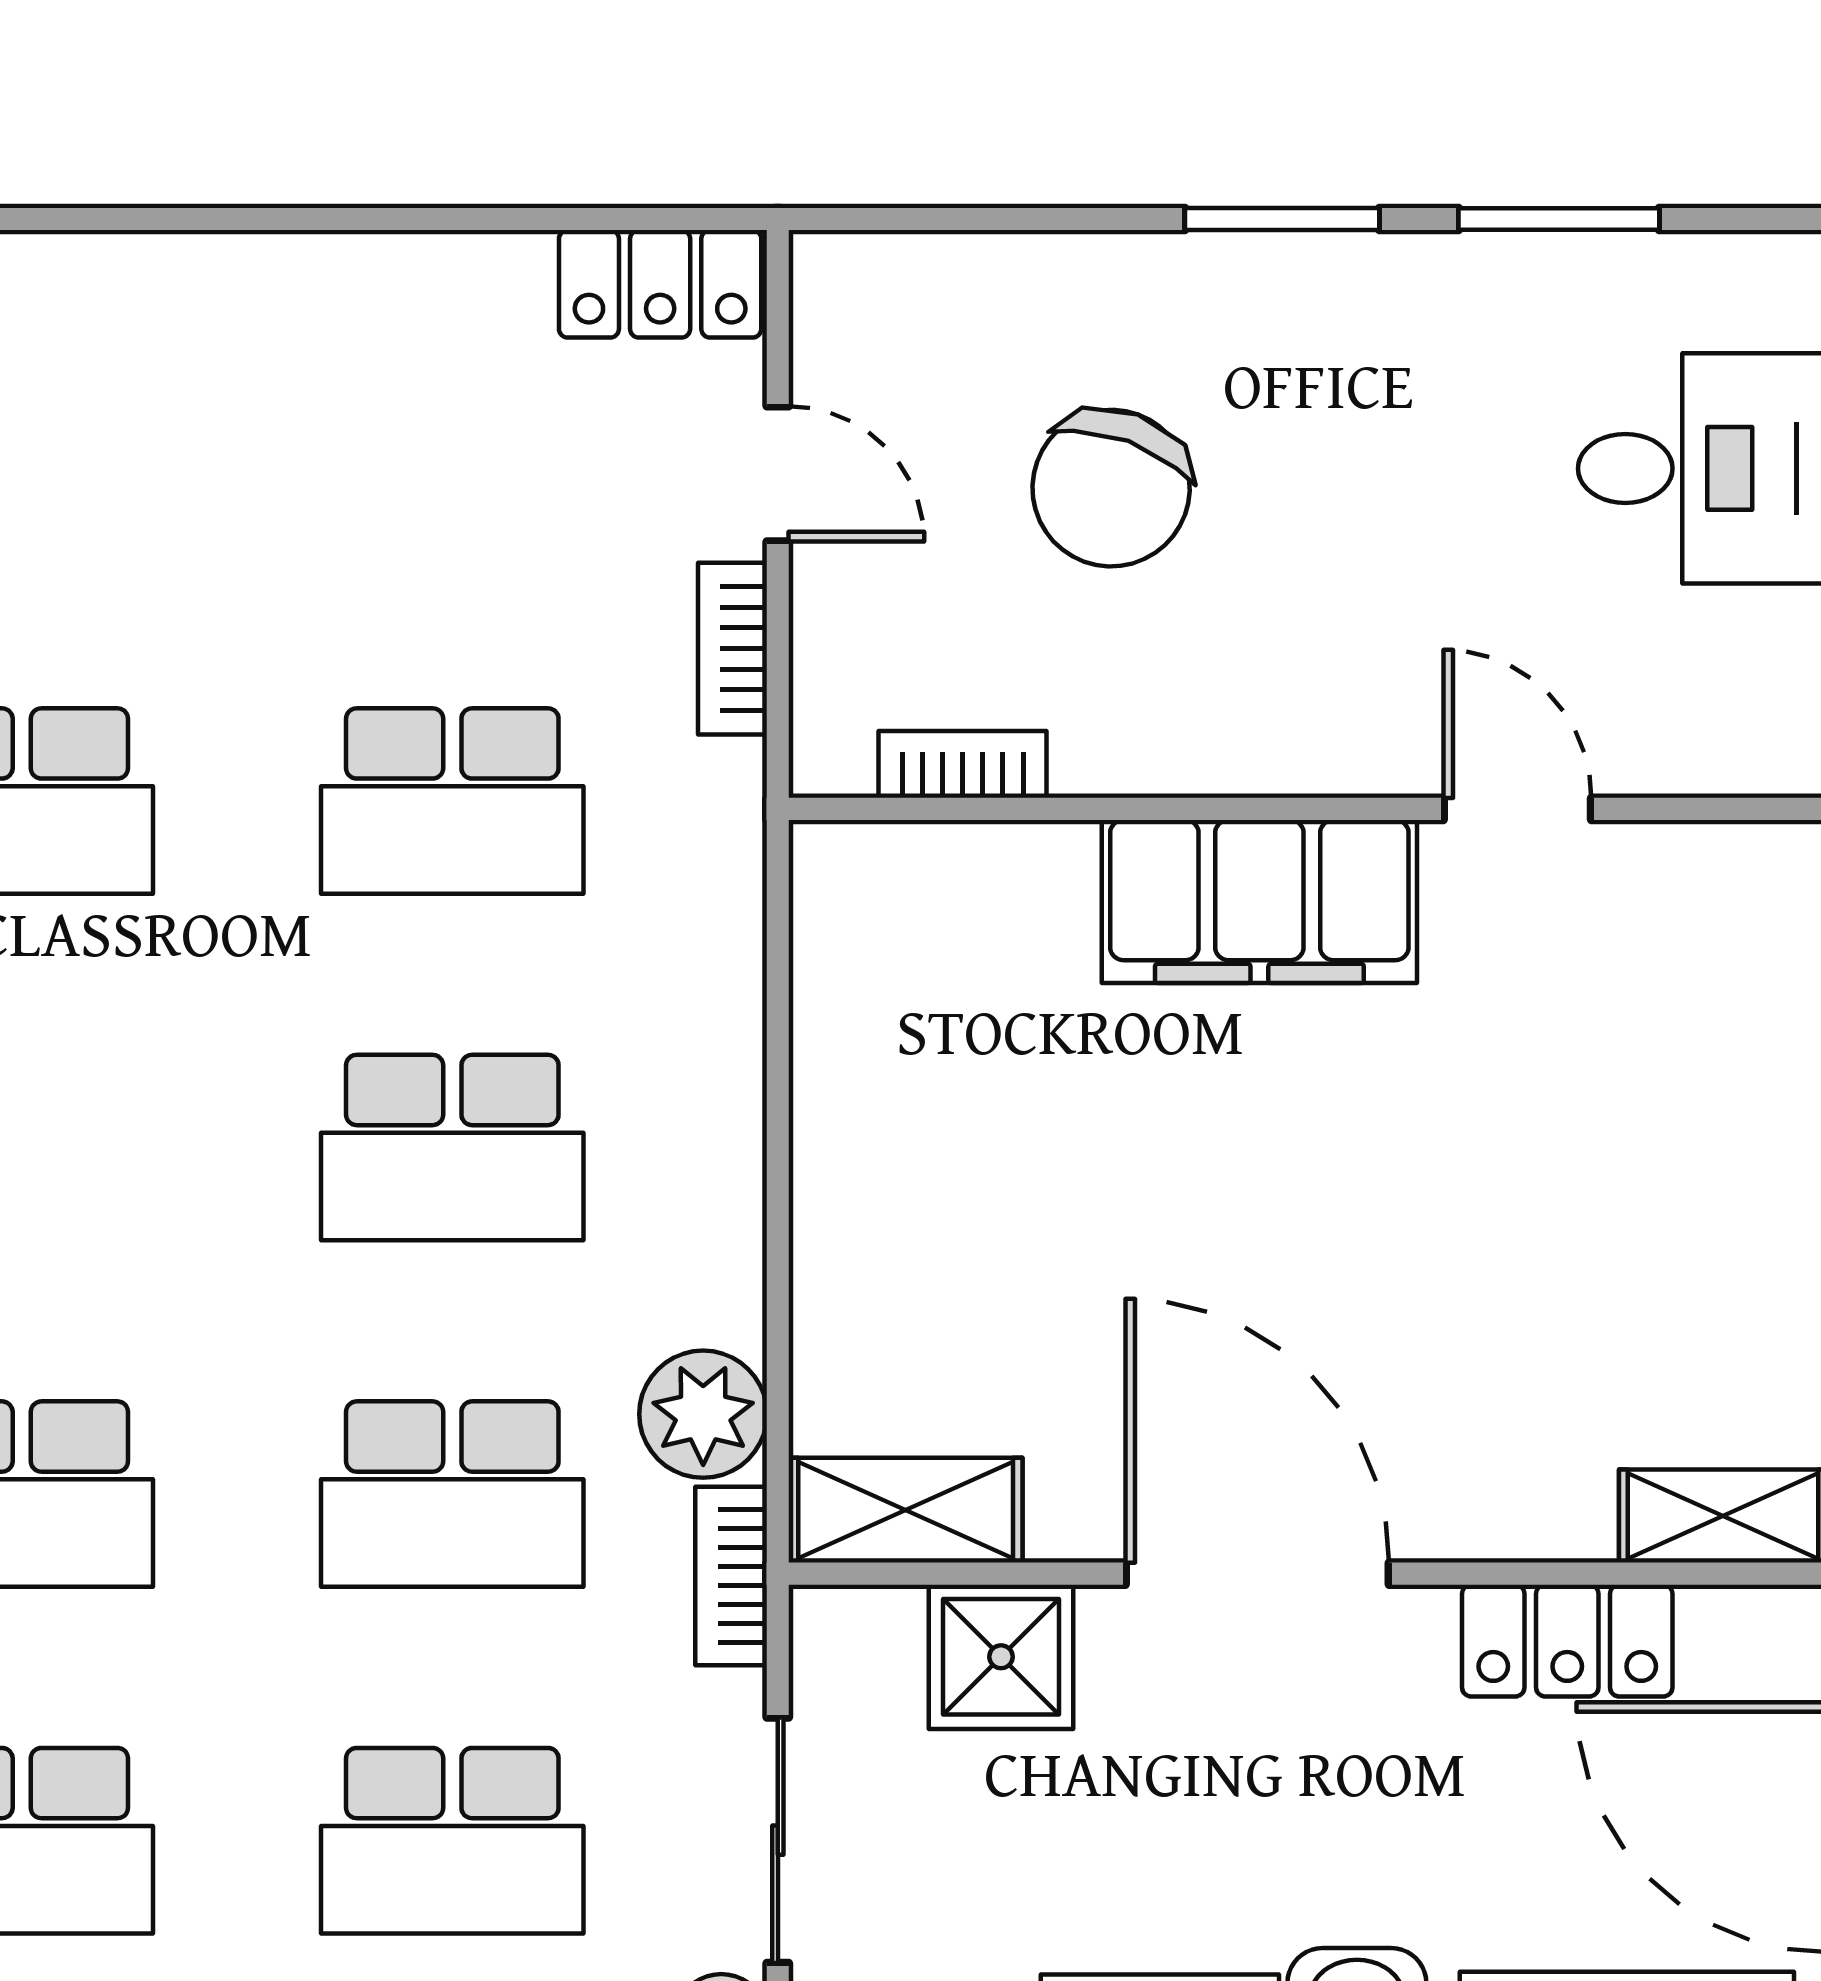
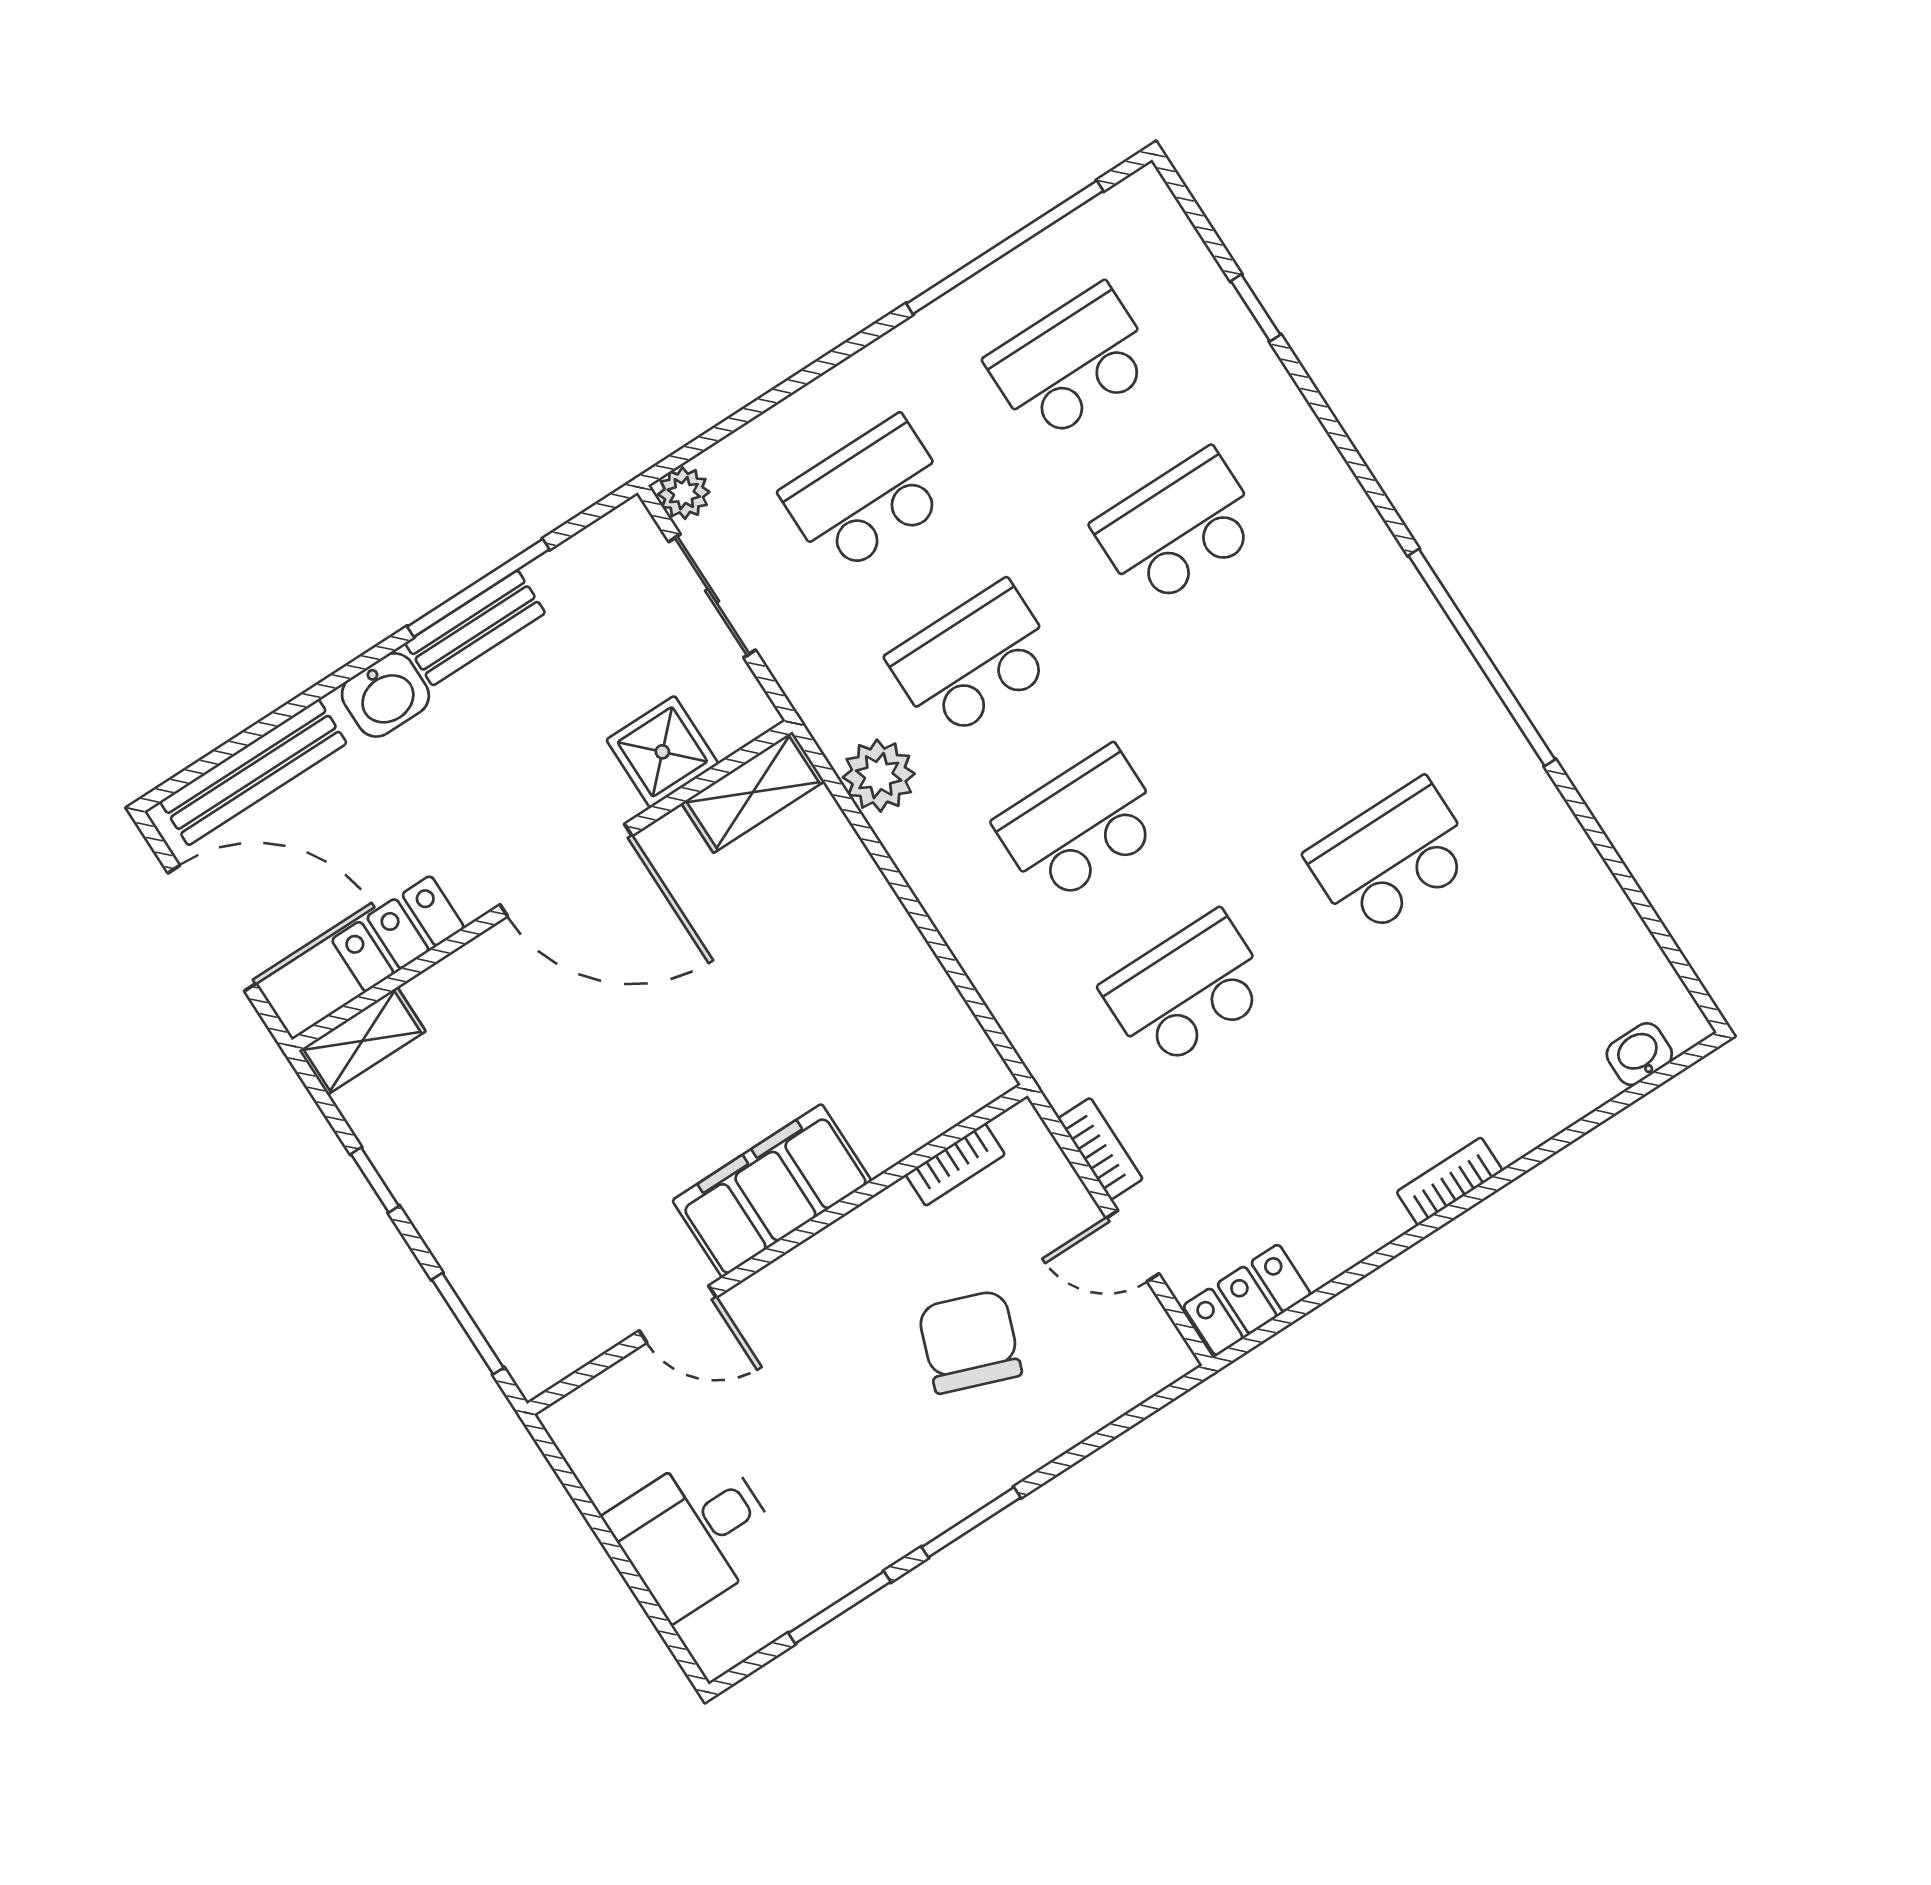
bookcase: (731, 1576) -> (1450, 1181), moved, turned -90

